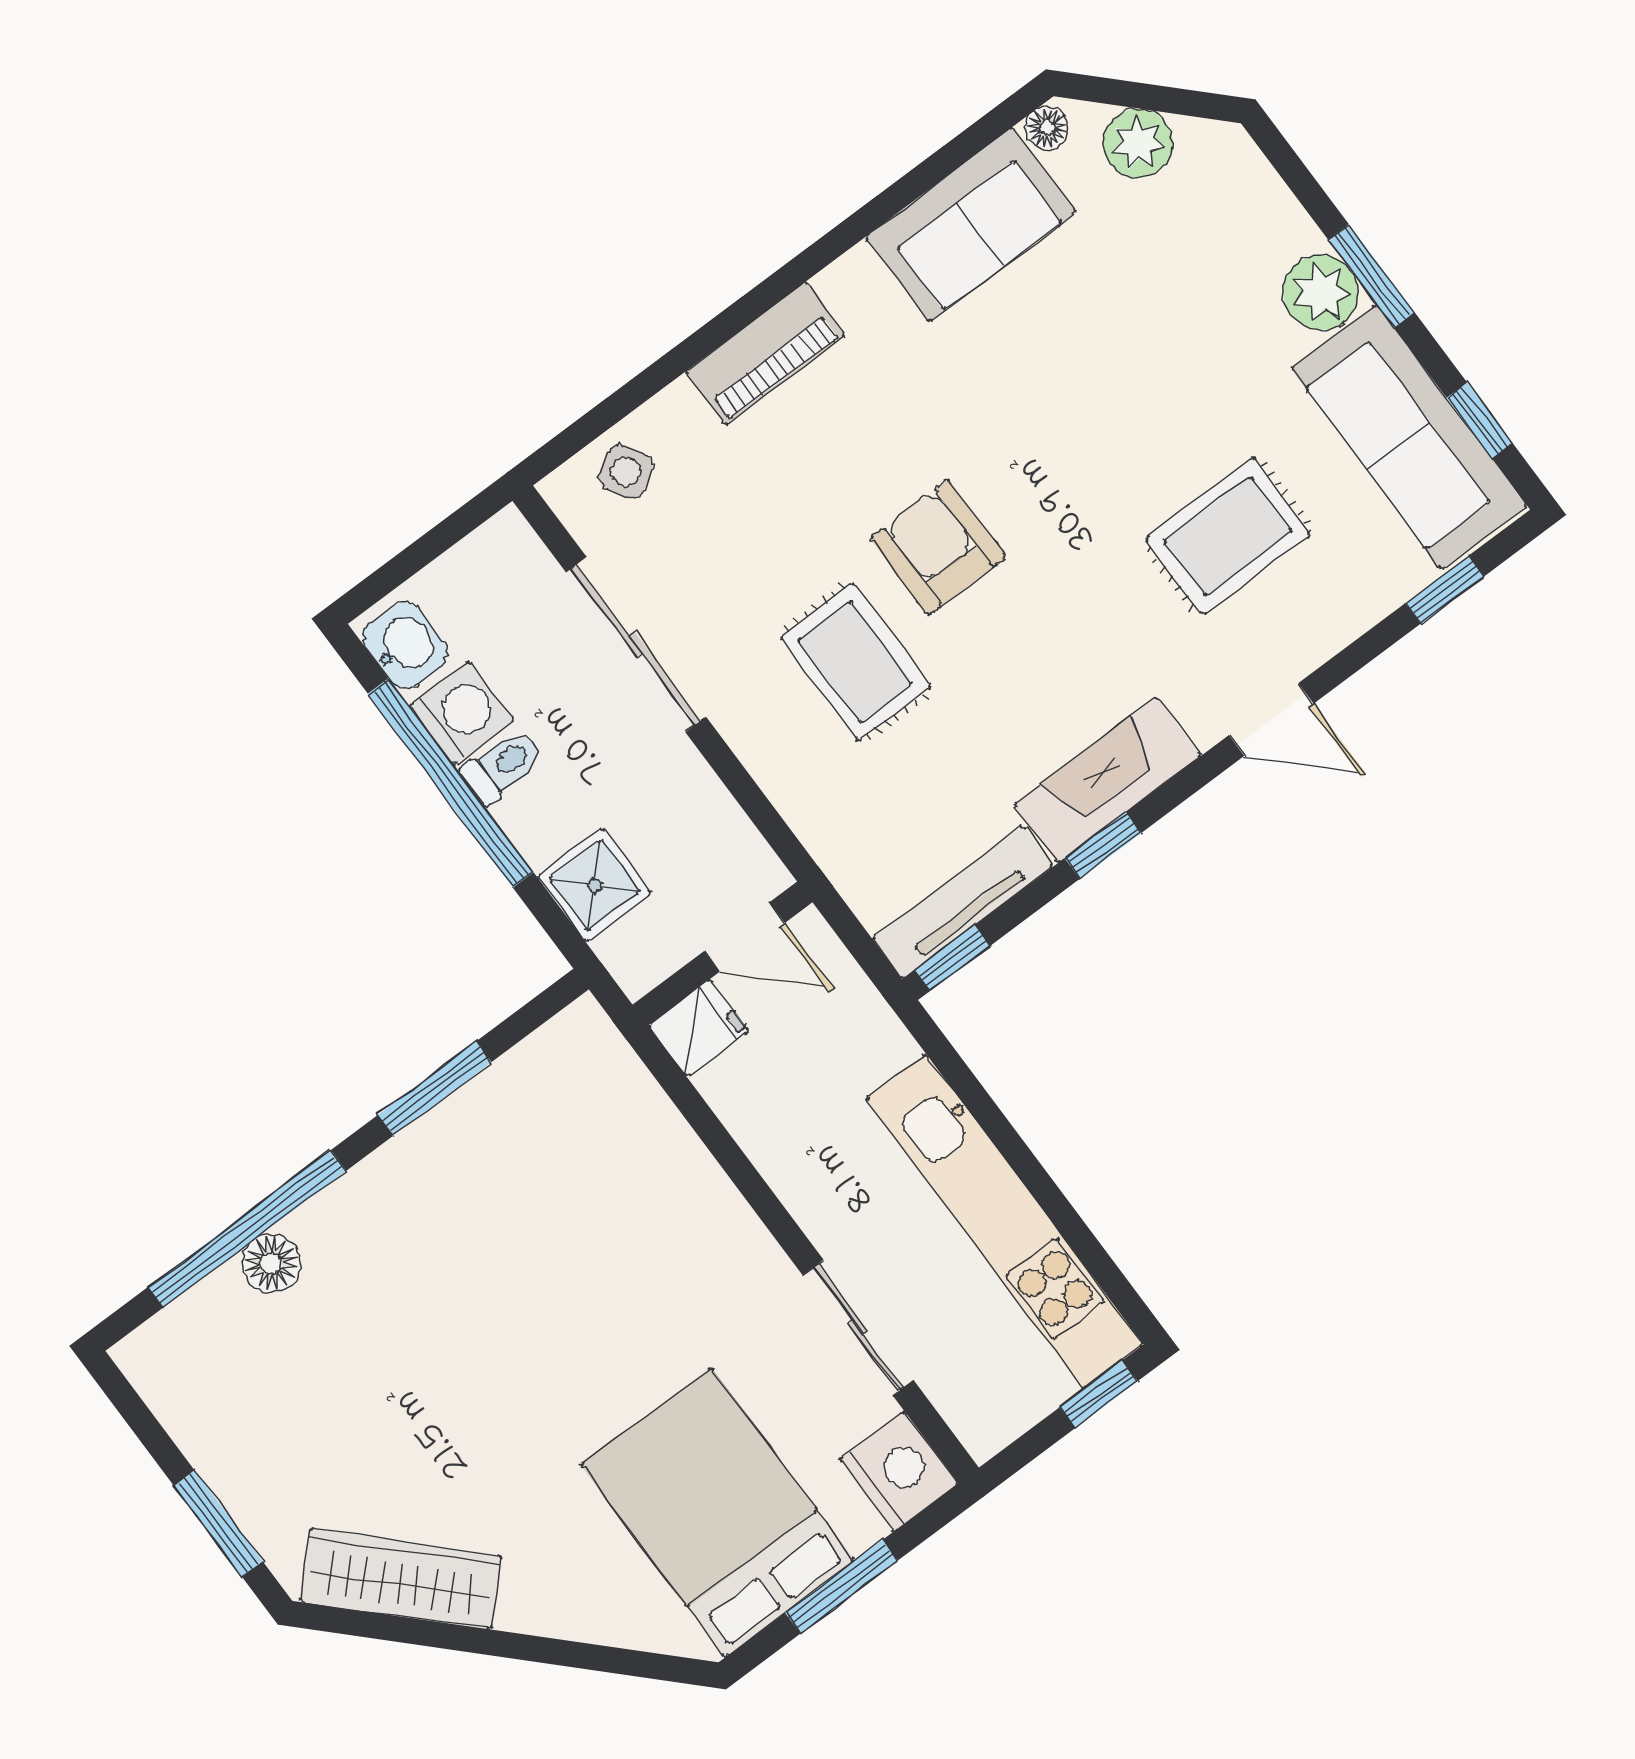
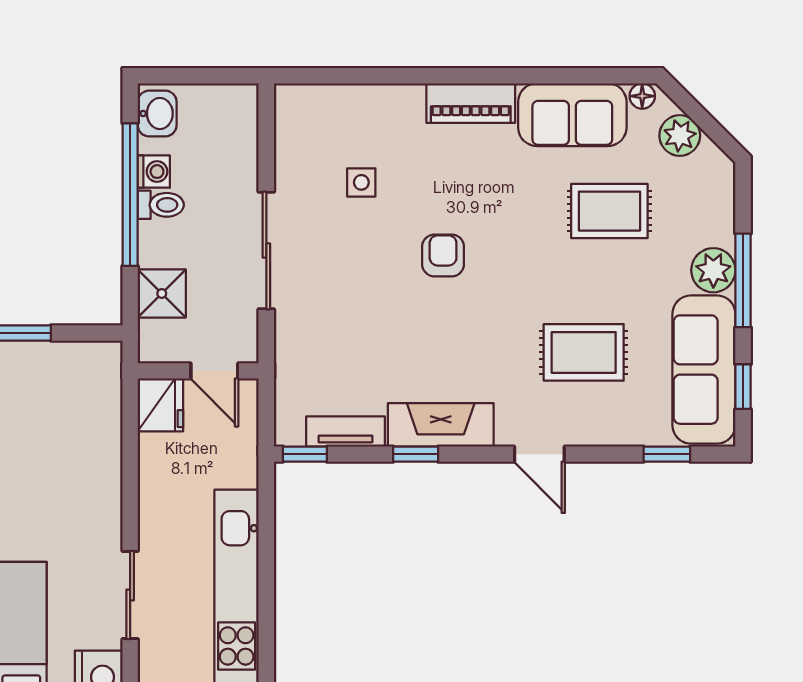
window: (1371, 276) -> (743, 280), width x1.44
piano: (765, 354) -> (471, 103), moved
side table: (626, 472) -> (361, 182), moved, turned 30
armchair: (938, 547) -> (443, 255), width x0.72, depth x0.72
sliding door: (636, 644) -> (266, 251), moved
rug: (856, 662) -> (609, 211), moved, turned 90
washing machine: (461, 713) -> (154, 172), width x0.73, depth x0.73
tv unit: (963, 902) -> (345, 431), width x0.71
fridge: (698, 1028) -> (160, 405), width x1.38

